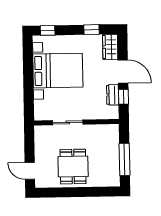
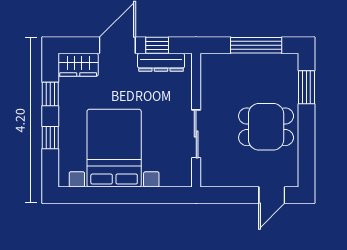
window: (48, 30) -> (50, 138), moved
dresser: (113, 95) -> (161, 62), width x1.44
window: (99, 192) -> (306, 87), added

